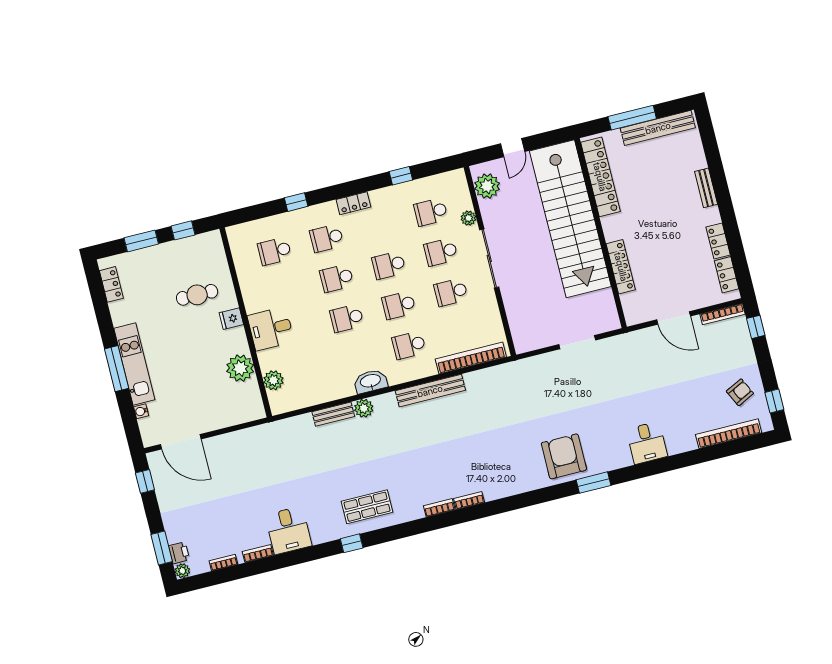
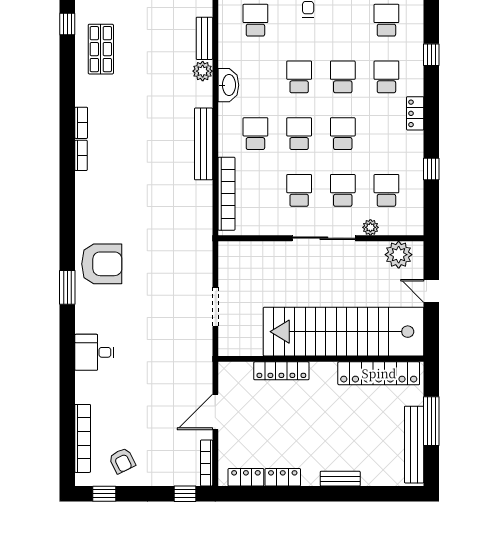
school desk: (305, 371) -> (255, 20), added

